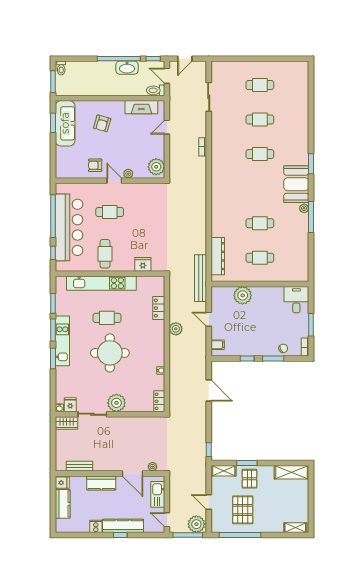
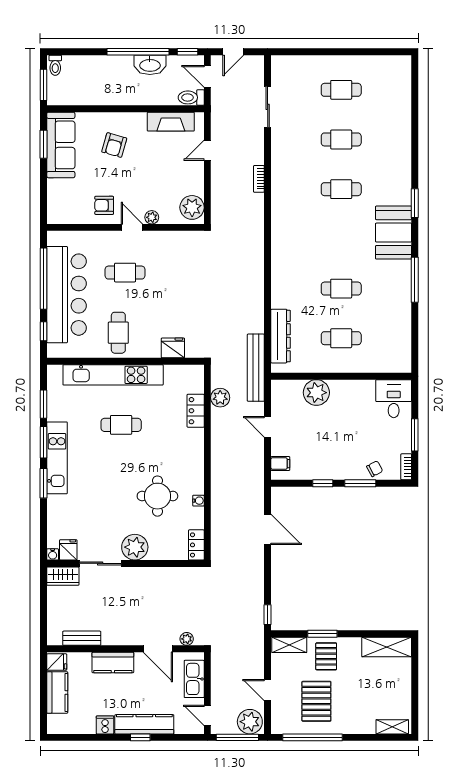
plant: (304, 208) -> (405, 267), removed
plant: (176, 329) -> (220, 398), moved
round table: (110, 353) -> (157, 496), moved, width x0.73, depth x0.73

